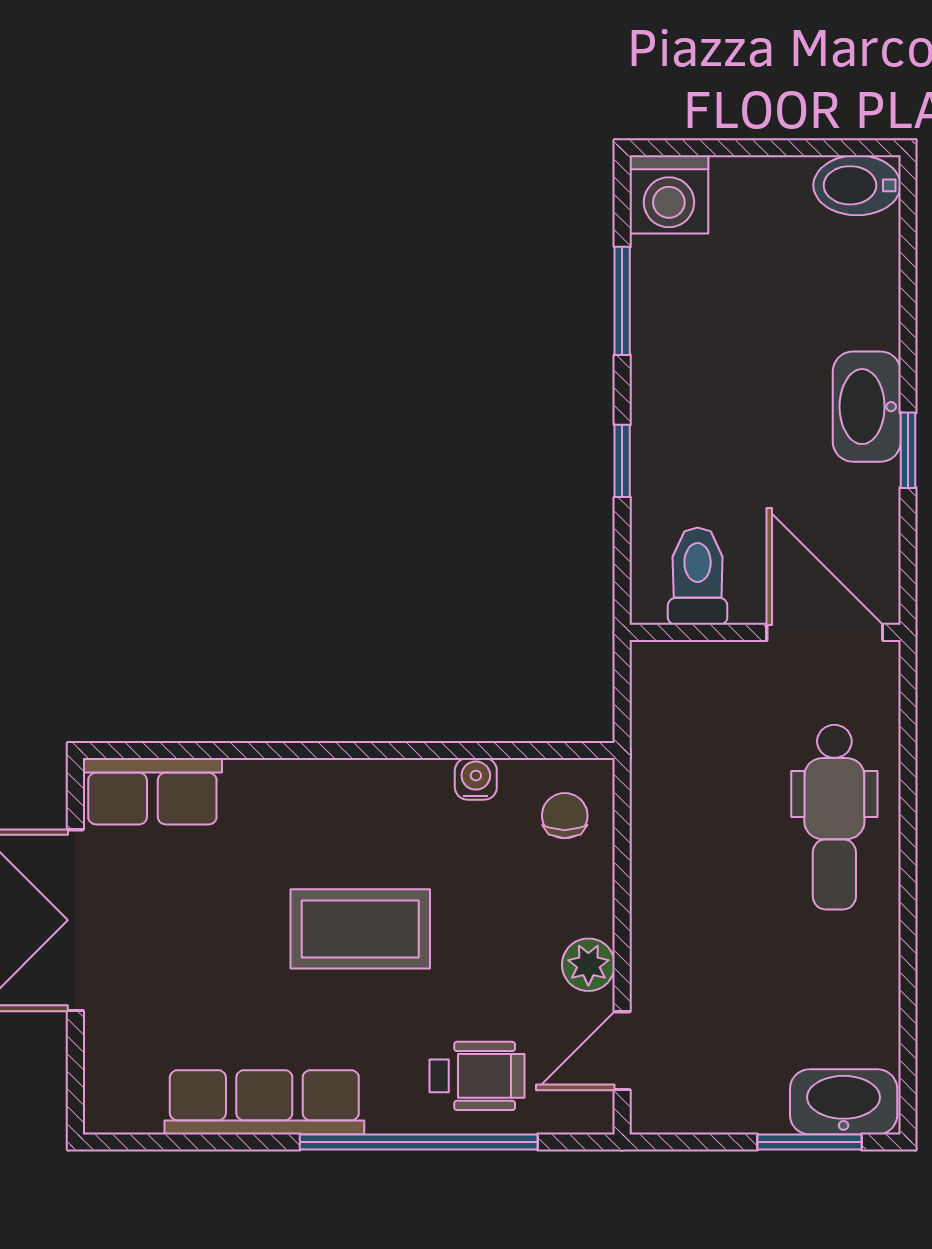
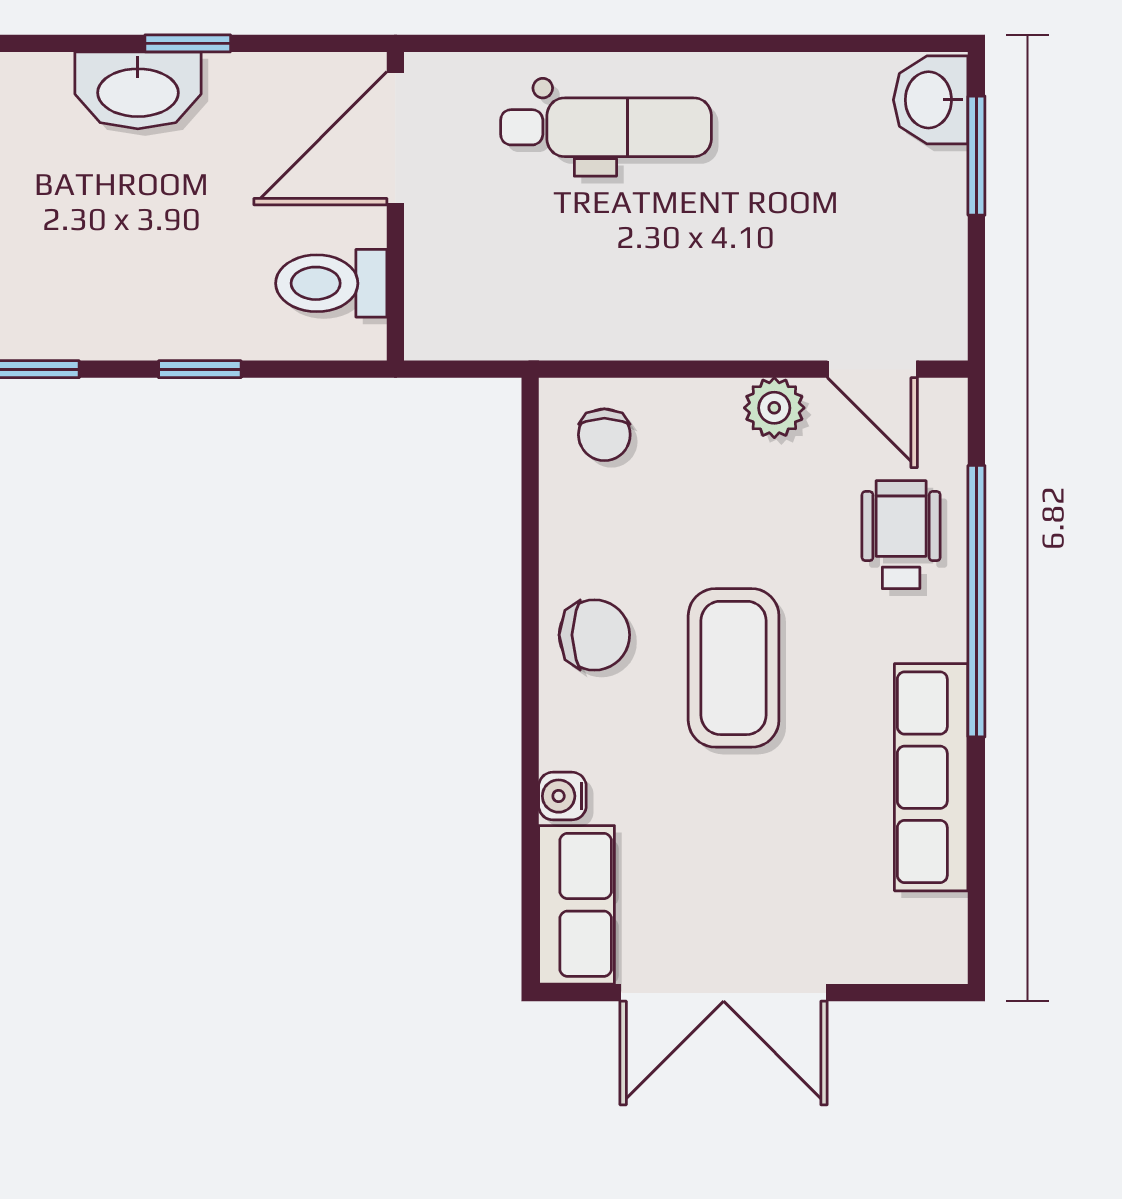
water cooler: (476, 779) -> (562, 796), moved
chair: (389, 807) -> (594, 635), added
chair: (565, 816) -> (604, 435), turned -90
washbasin: (844, 1102) -> (931, 100), width x0.72

